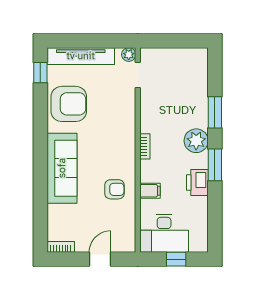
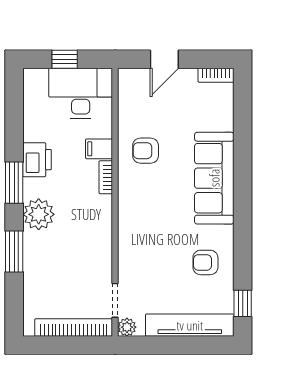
bookcase: (169, 54) -> (74, 328), added
armchair: (69, 104) -> (205, 262), width x0.53, depth x0.53
bookcase: (145, 146) -> (106, 177), moved

